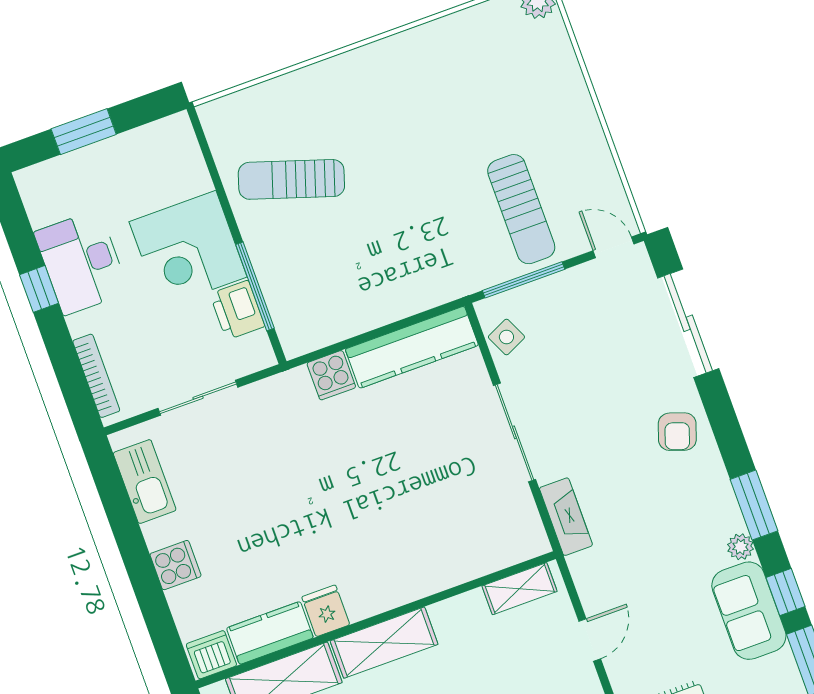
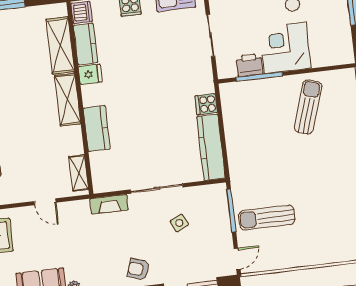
side table: (506, 337) -> (179, 223), moved
kitchen counter: (427, 574) -> (97, 129), added

